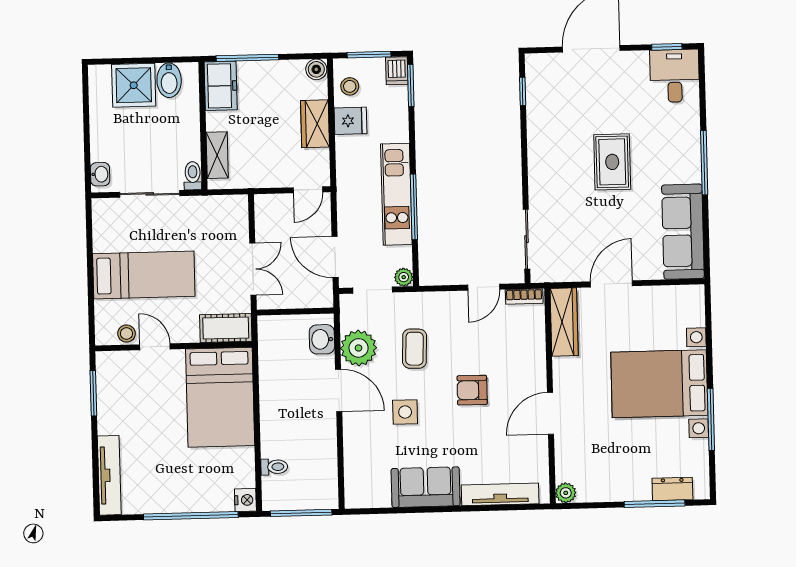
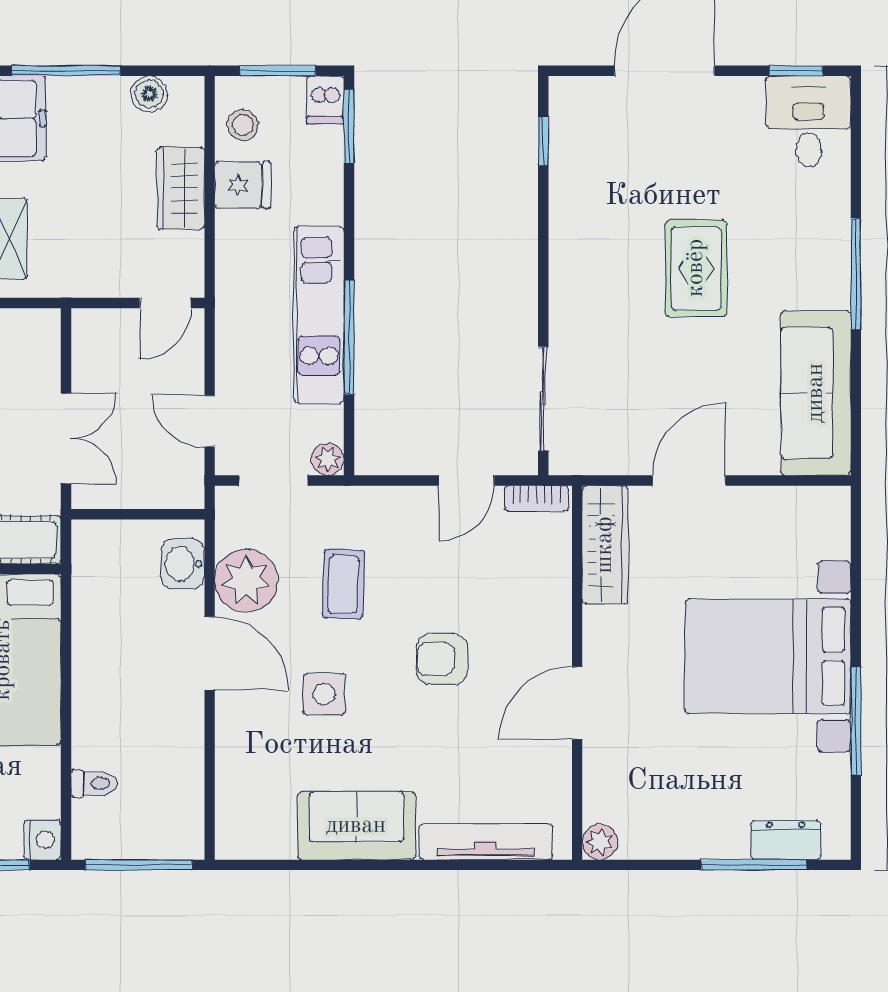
boiler: (316, 69) -> (149, 94), moved
door: (335, 257) -> (210, 421), width x0.73

